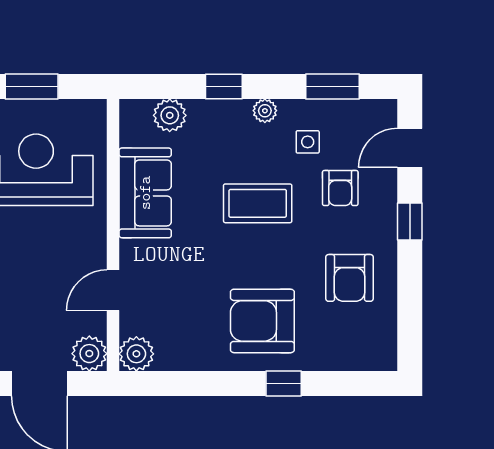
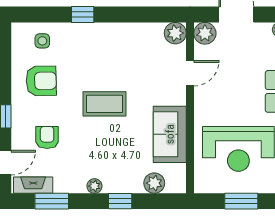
fireplace: (362, 112) -> (33, 185), added
side table: (308, 142) -> (42, 41), moved
coffee table: (258, 203) -> (105, 104), moved
armchair: (350, 278) -> (41, 81), turned 89
armchair: (262, 321) -> (96, 54), removed

